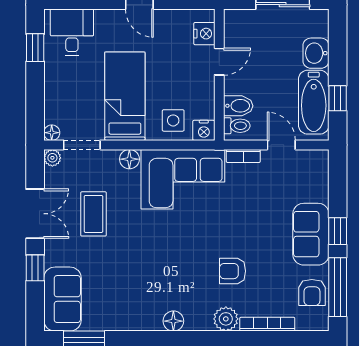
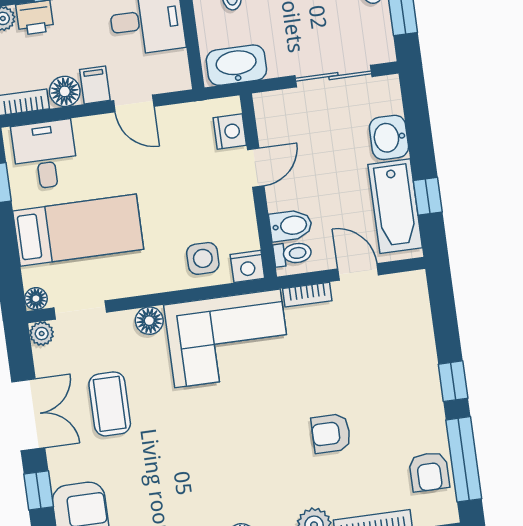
bed: (125, 96) -> (78, 230), moved, turned 90
sofa: (311, 234) -> (416, 391), removed
armchair: (233, 271) -> (331, 433), moved

